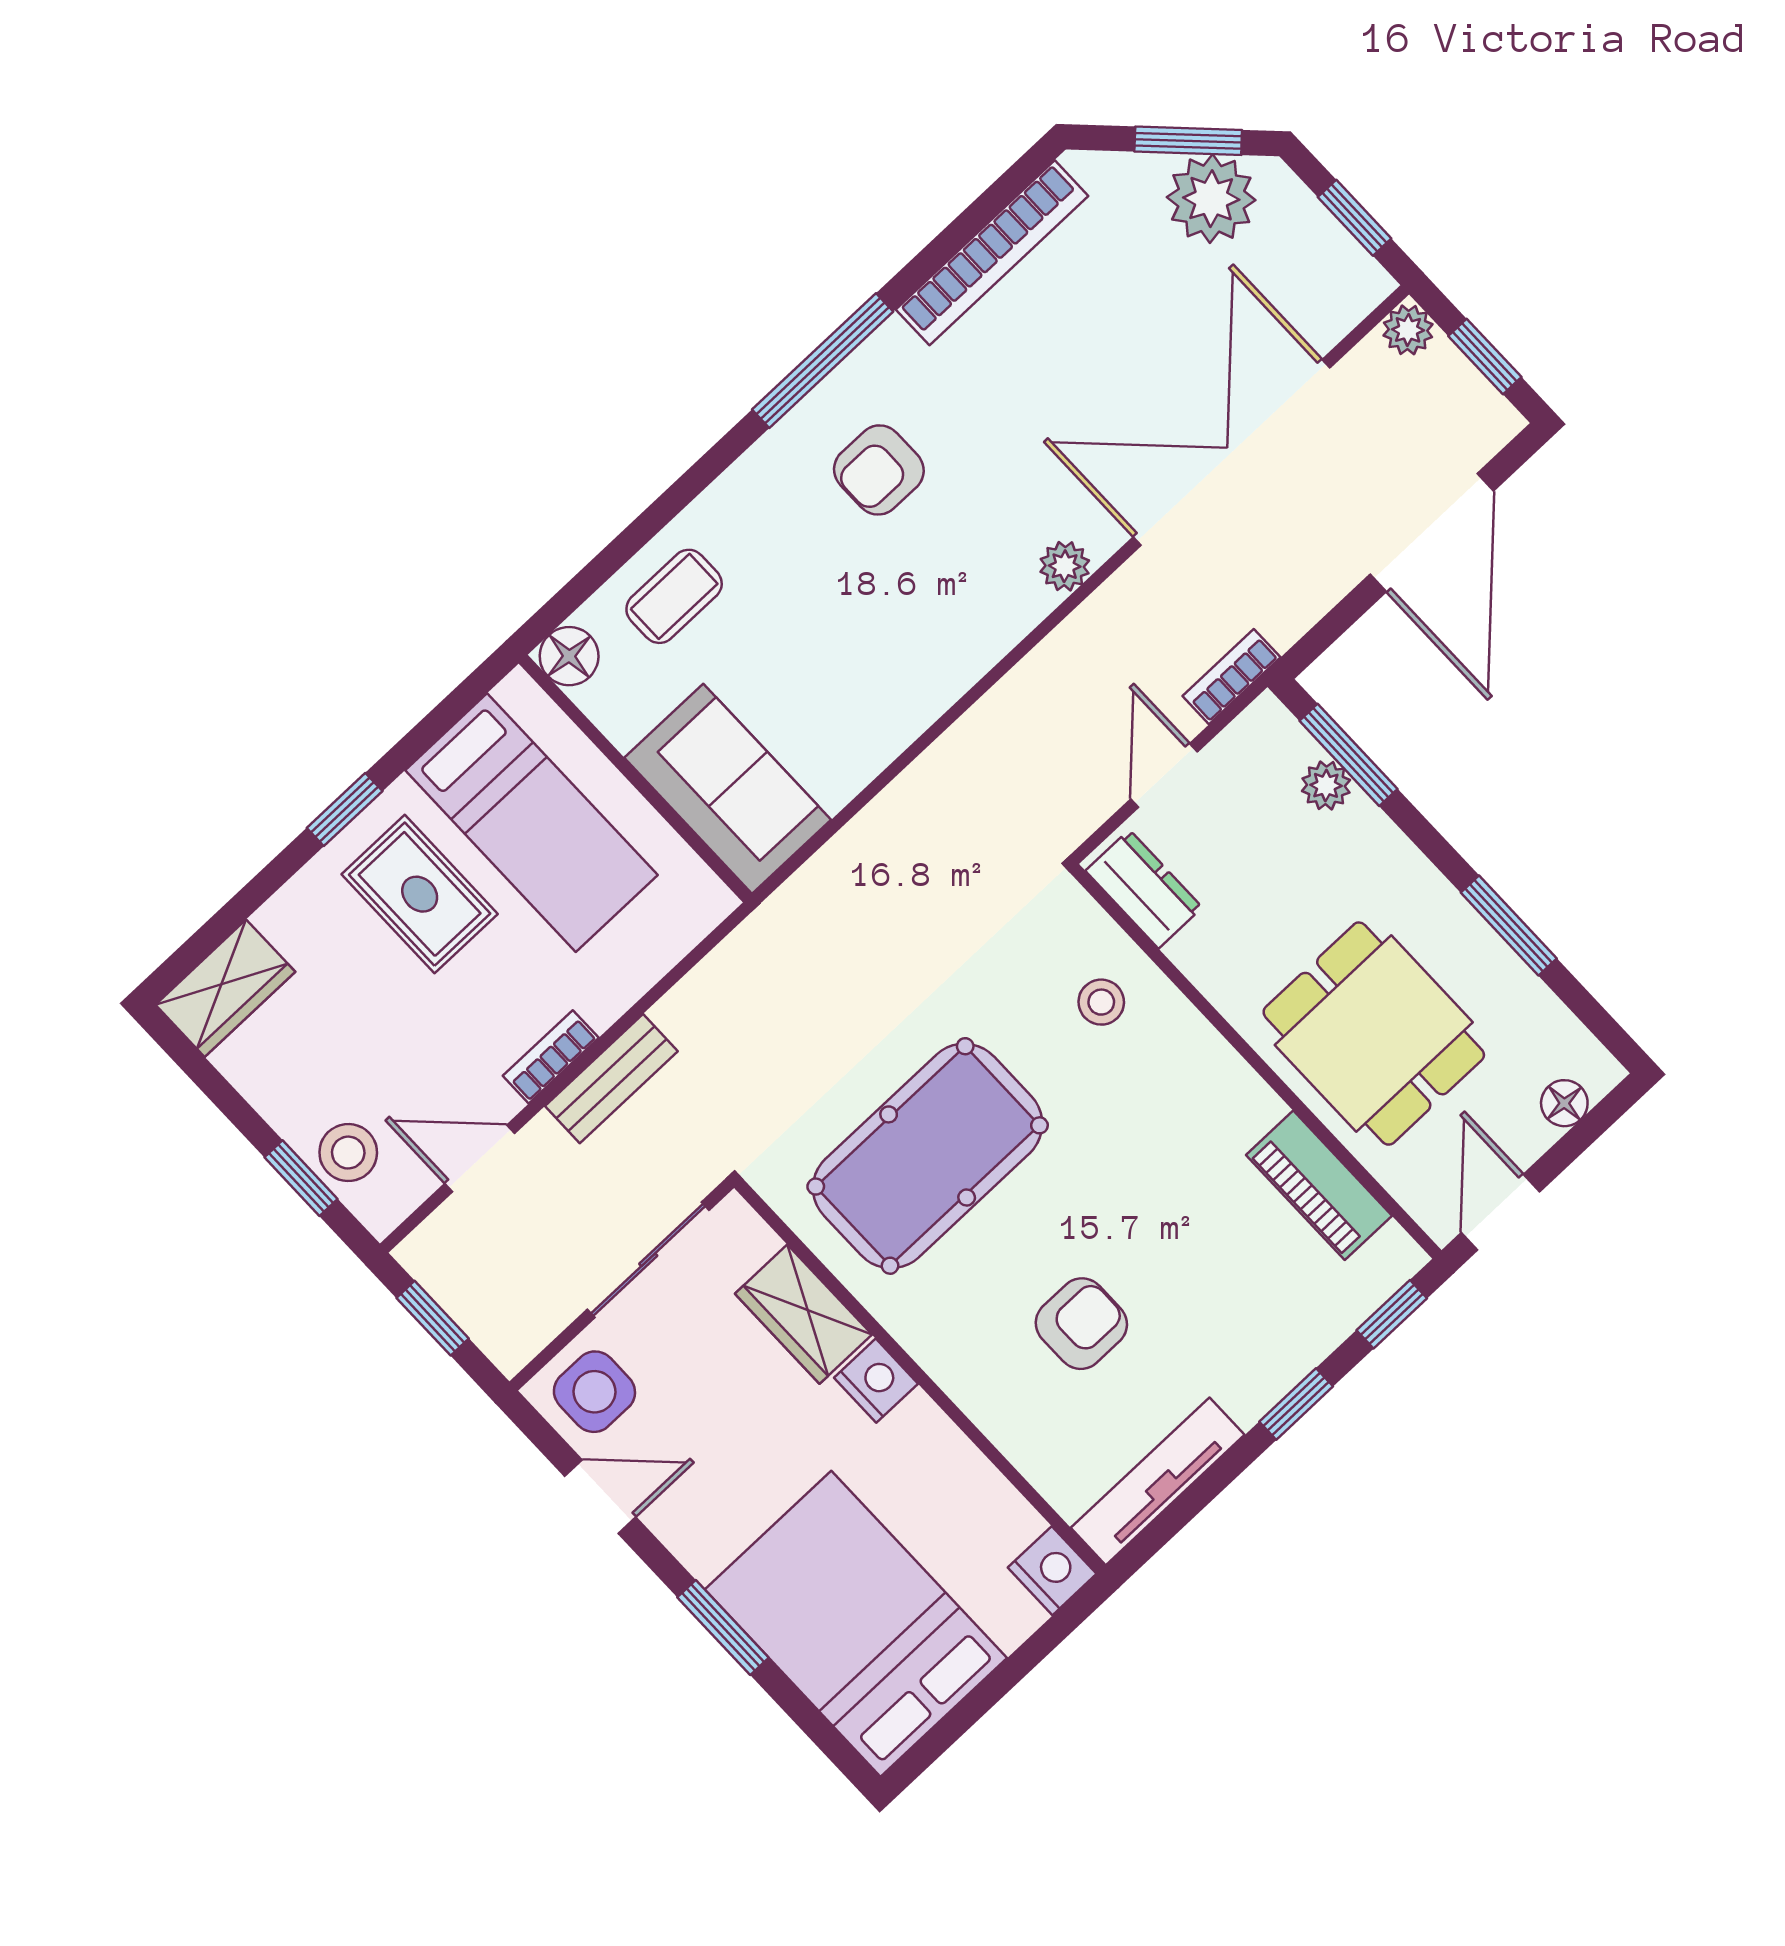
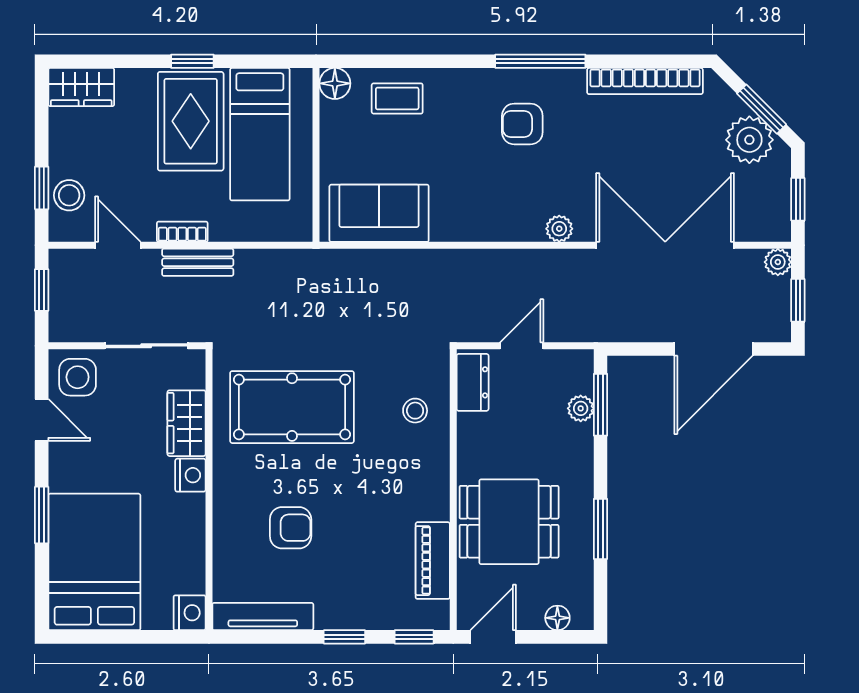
bookcase: (1231, 677) -> (584, 332), removed
sofa: (728, 789) -> (379, 213), moved, turned -90
rug: (420, 894) -> (191, 121), width x1.36, depth x1.43
dining table: (1374, 1034) -> (509, 522), turned 90

